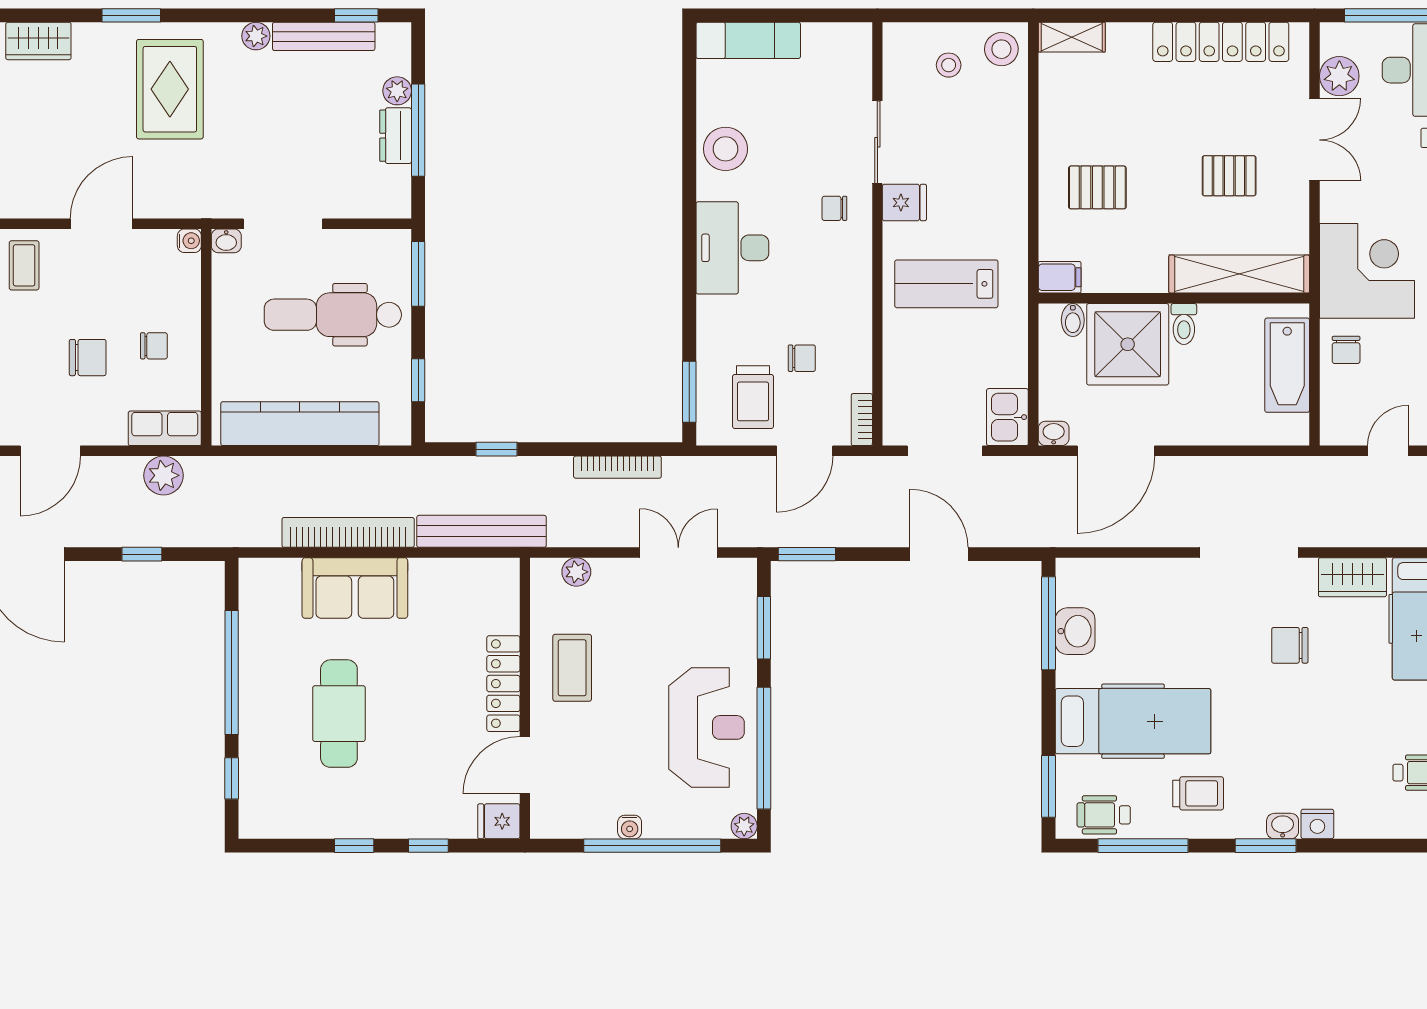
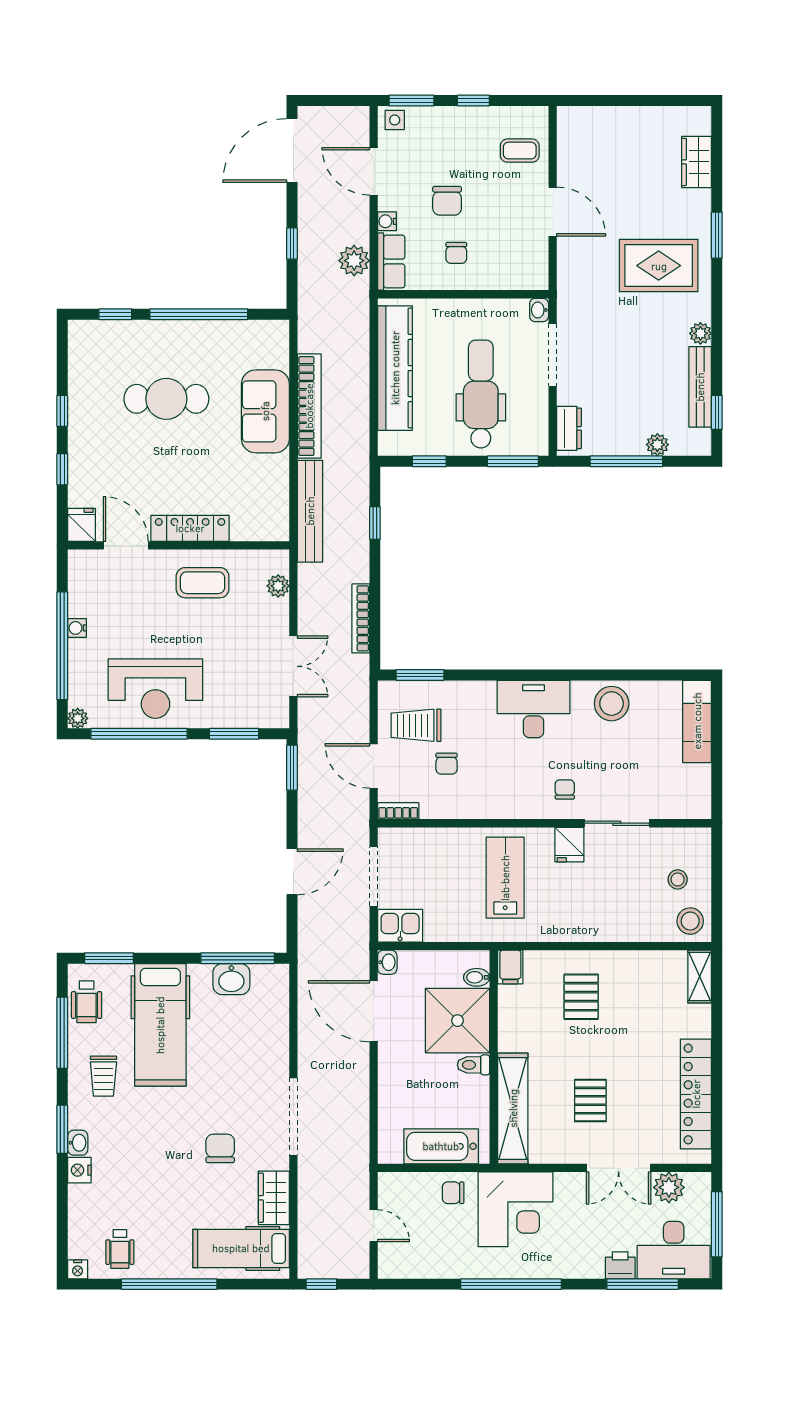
dresser: (396, 136) -> (569, 428), moved, turned 90
water cooler: (189, 241) -> (387, 221), moved, turned 90
wheelchair: (1104, 815) -> (87, 1002), turned 180

